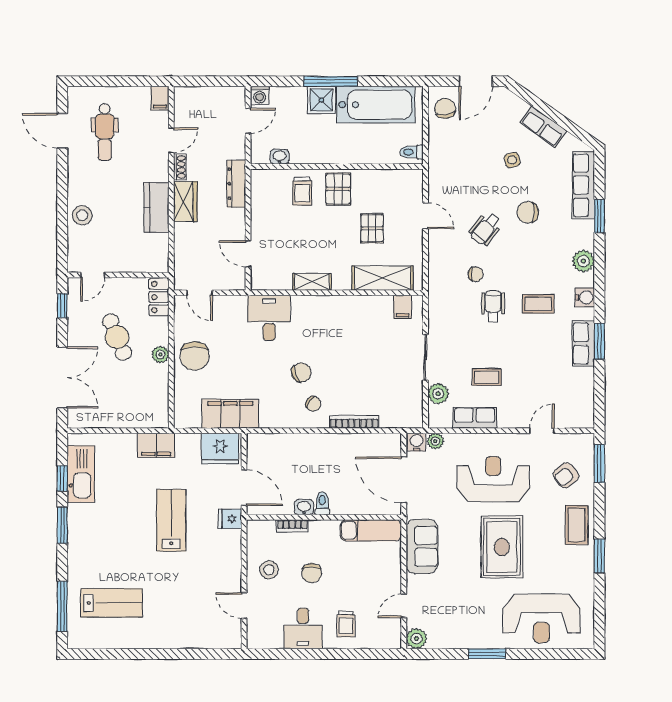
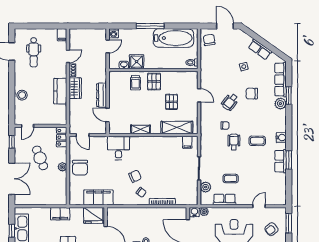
door: (476, 81) -> (225, 26), swing flipped
shower: (321, 100) -> (137, 62), moved
dresser: (236, 184) -> (102, 95), moved
plant: (583, 261) -> (280, 104), moved

